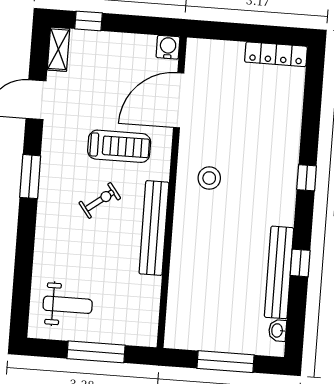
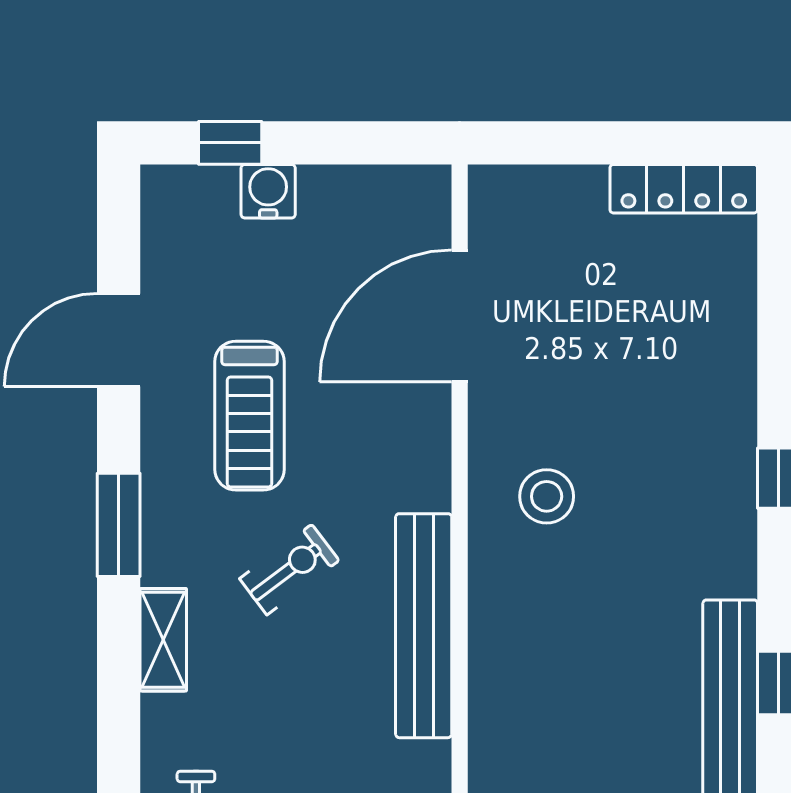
water cooler: (168, 47) -> (268, 191), moved
shelving: (58, 49) -> (163, 640), moved
treadmill: (119, 146) -> (250, 416), moved, turned 90

